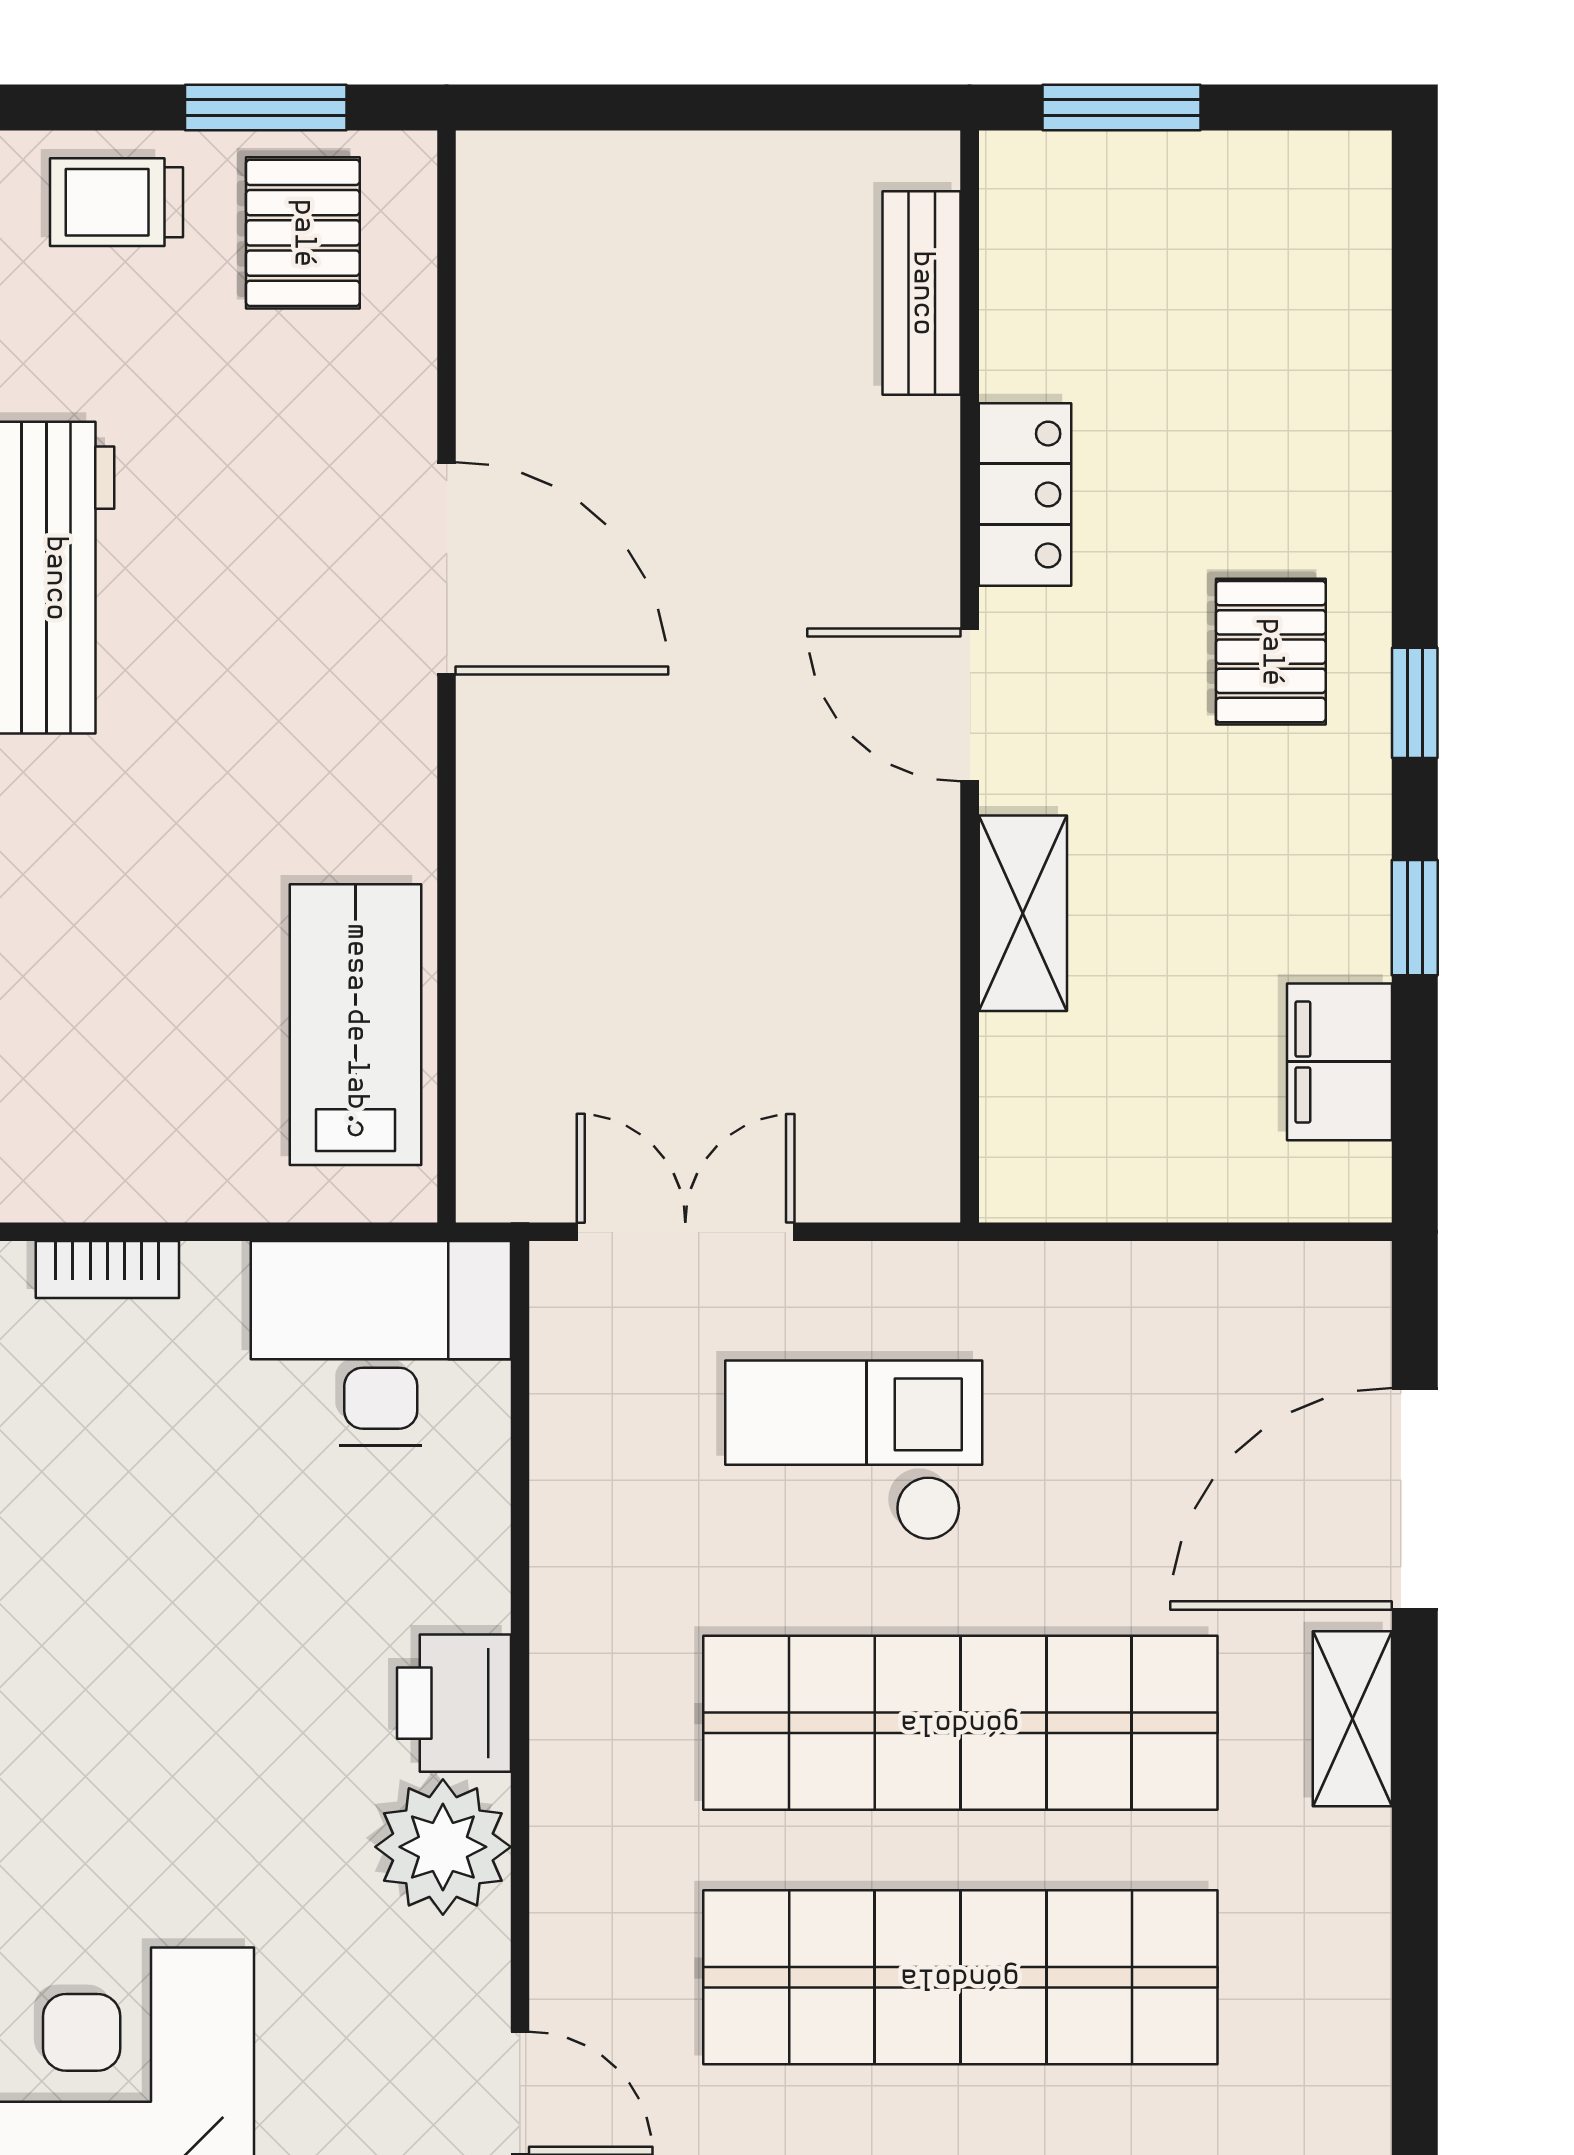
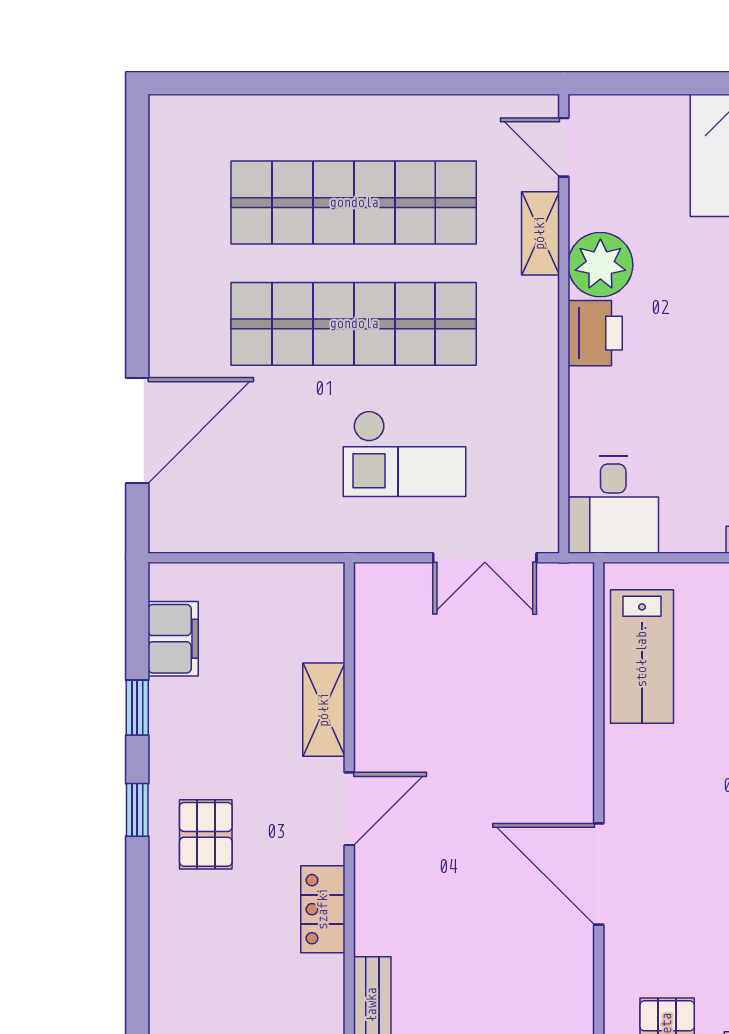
door: (970, 705) -> (349, 809), hinge flipped
desk: (381, 1343) -> (613, 505), width x0.73
shelving: (1352, 1719) -> (540, 233), moved

